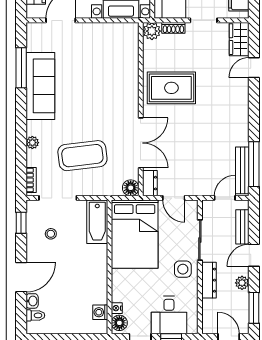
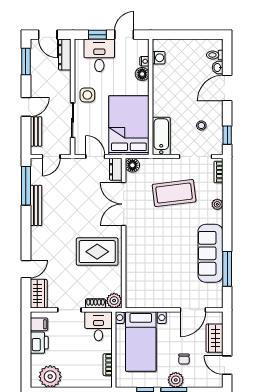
bench: (242, 170) -> (36, 205), moved
dresser: (209, 280) -> (65, 55), moved
plant: (242, 283) -> (36, 83), removed
floor lamp: (119, 323) -> (142, 74), moved

